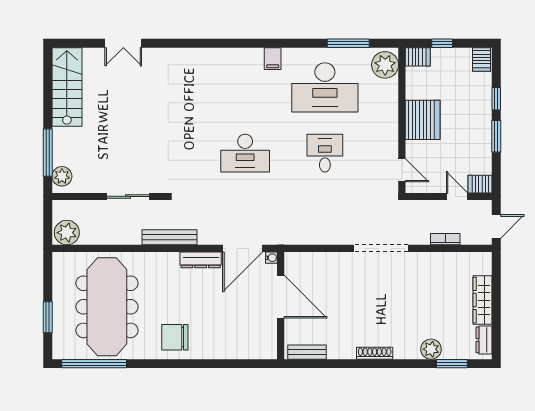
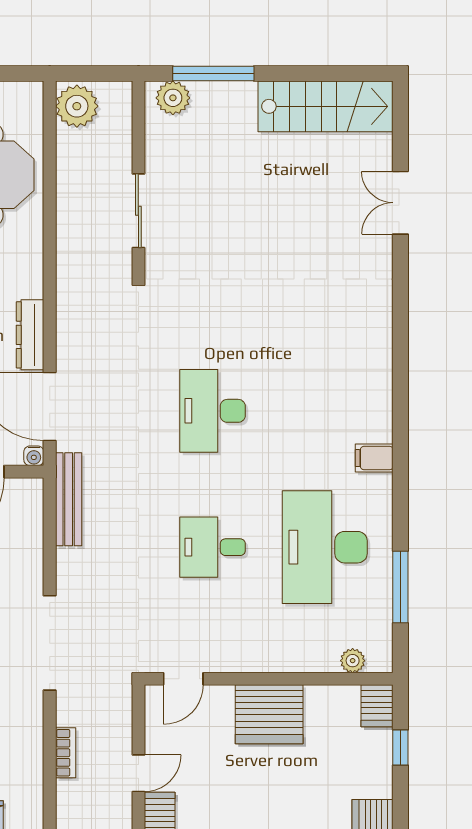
plant: (385, 65) -> (353, 661), width x0.53, depth x0.53
desk: (325, 153) -> (213, 547), turned 180
bench: (169, 237) -> (69, 499), moved

